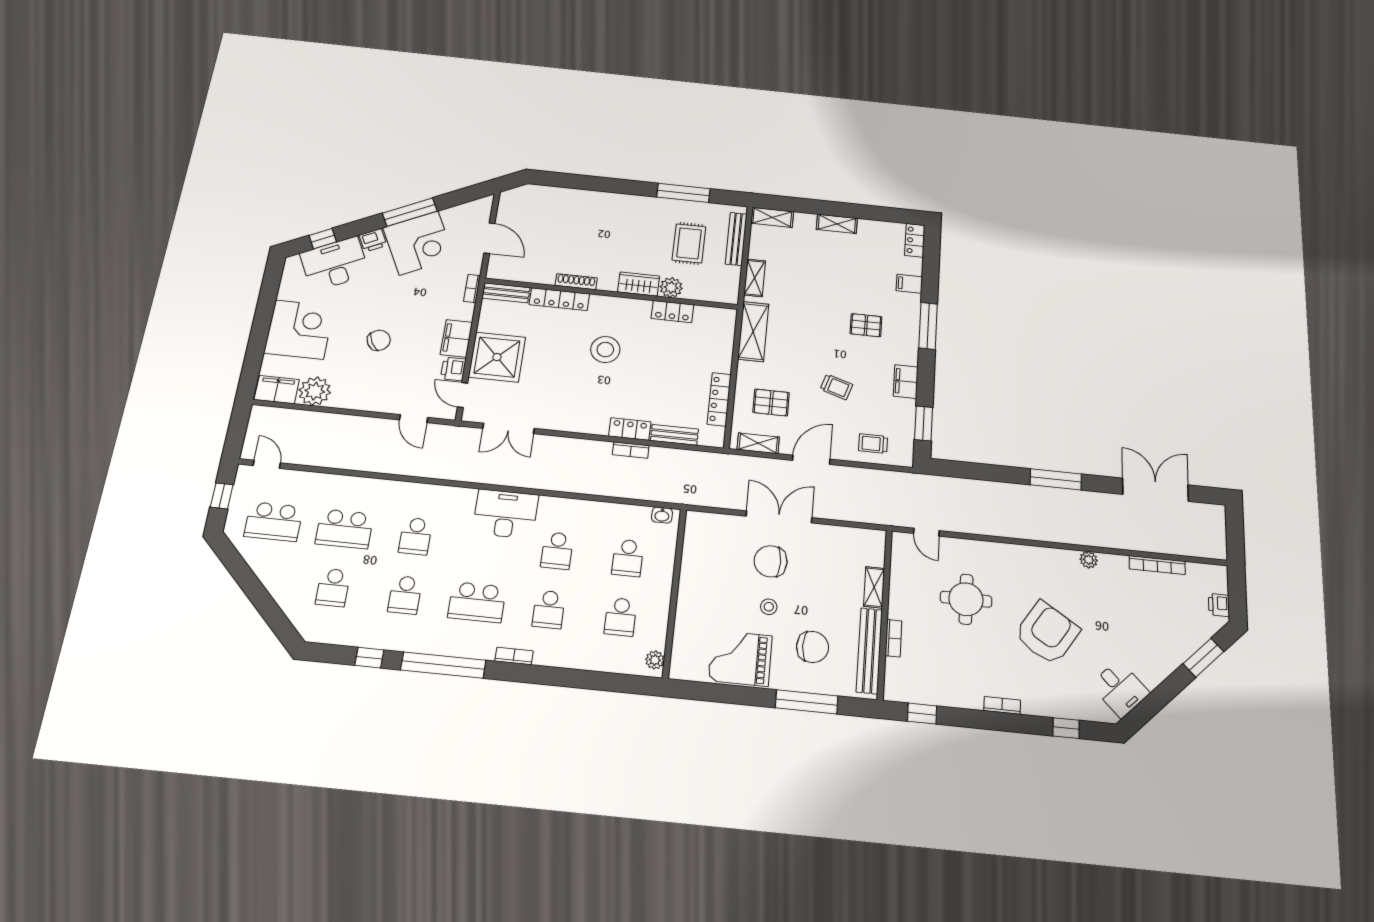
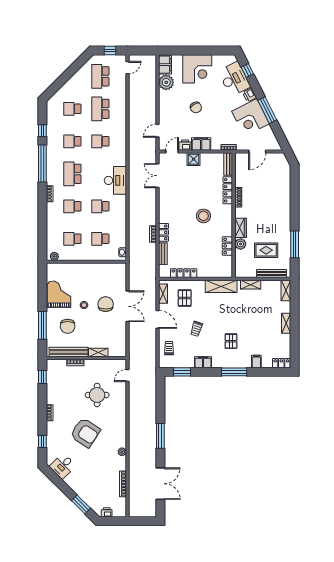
shower: (497, 357) -> (194, 159), width x0.54, depth x0.54

